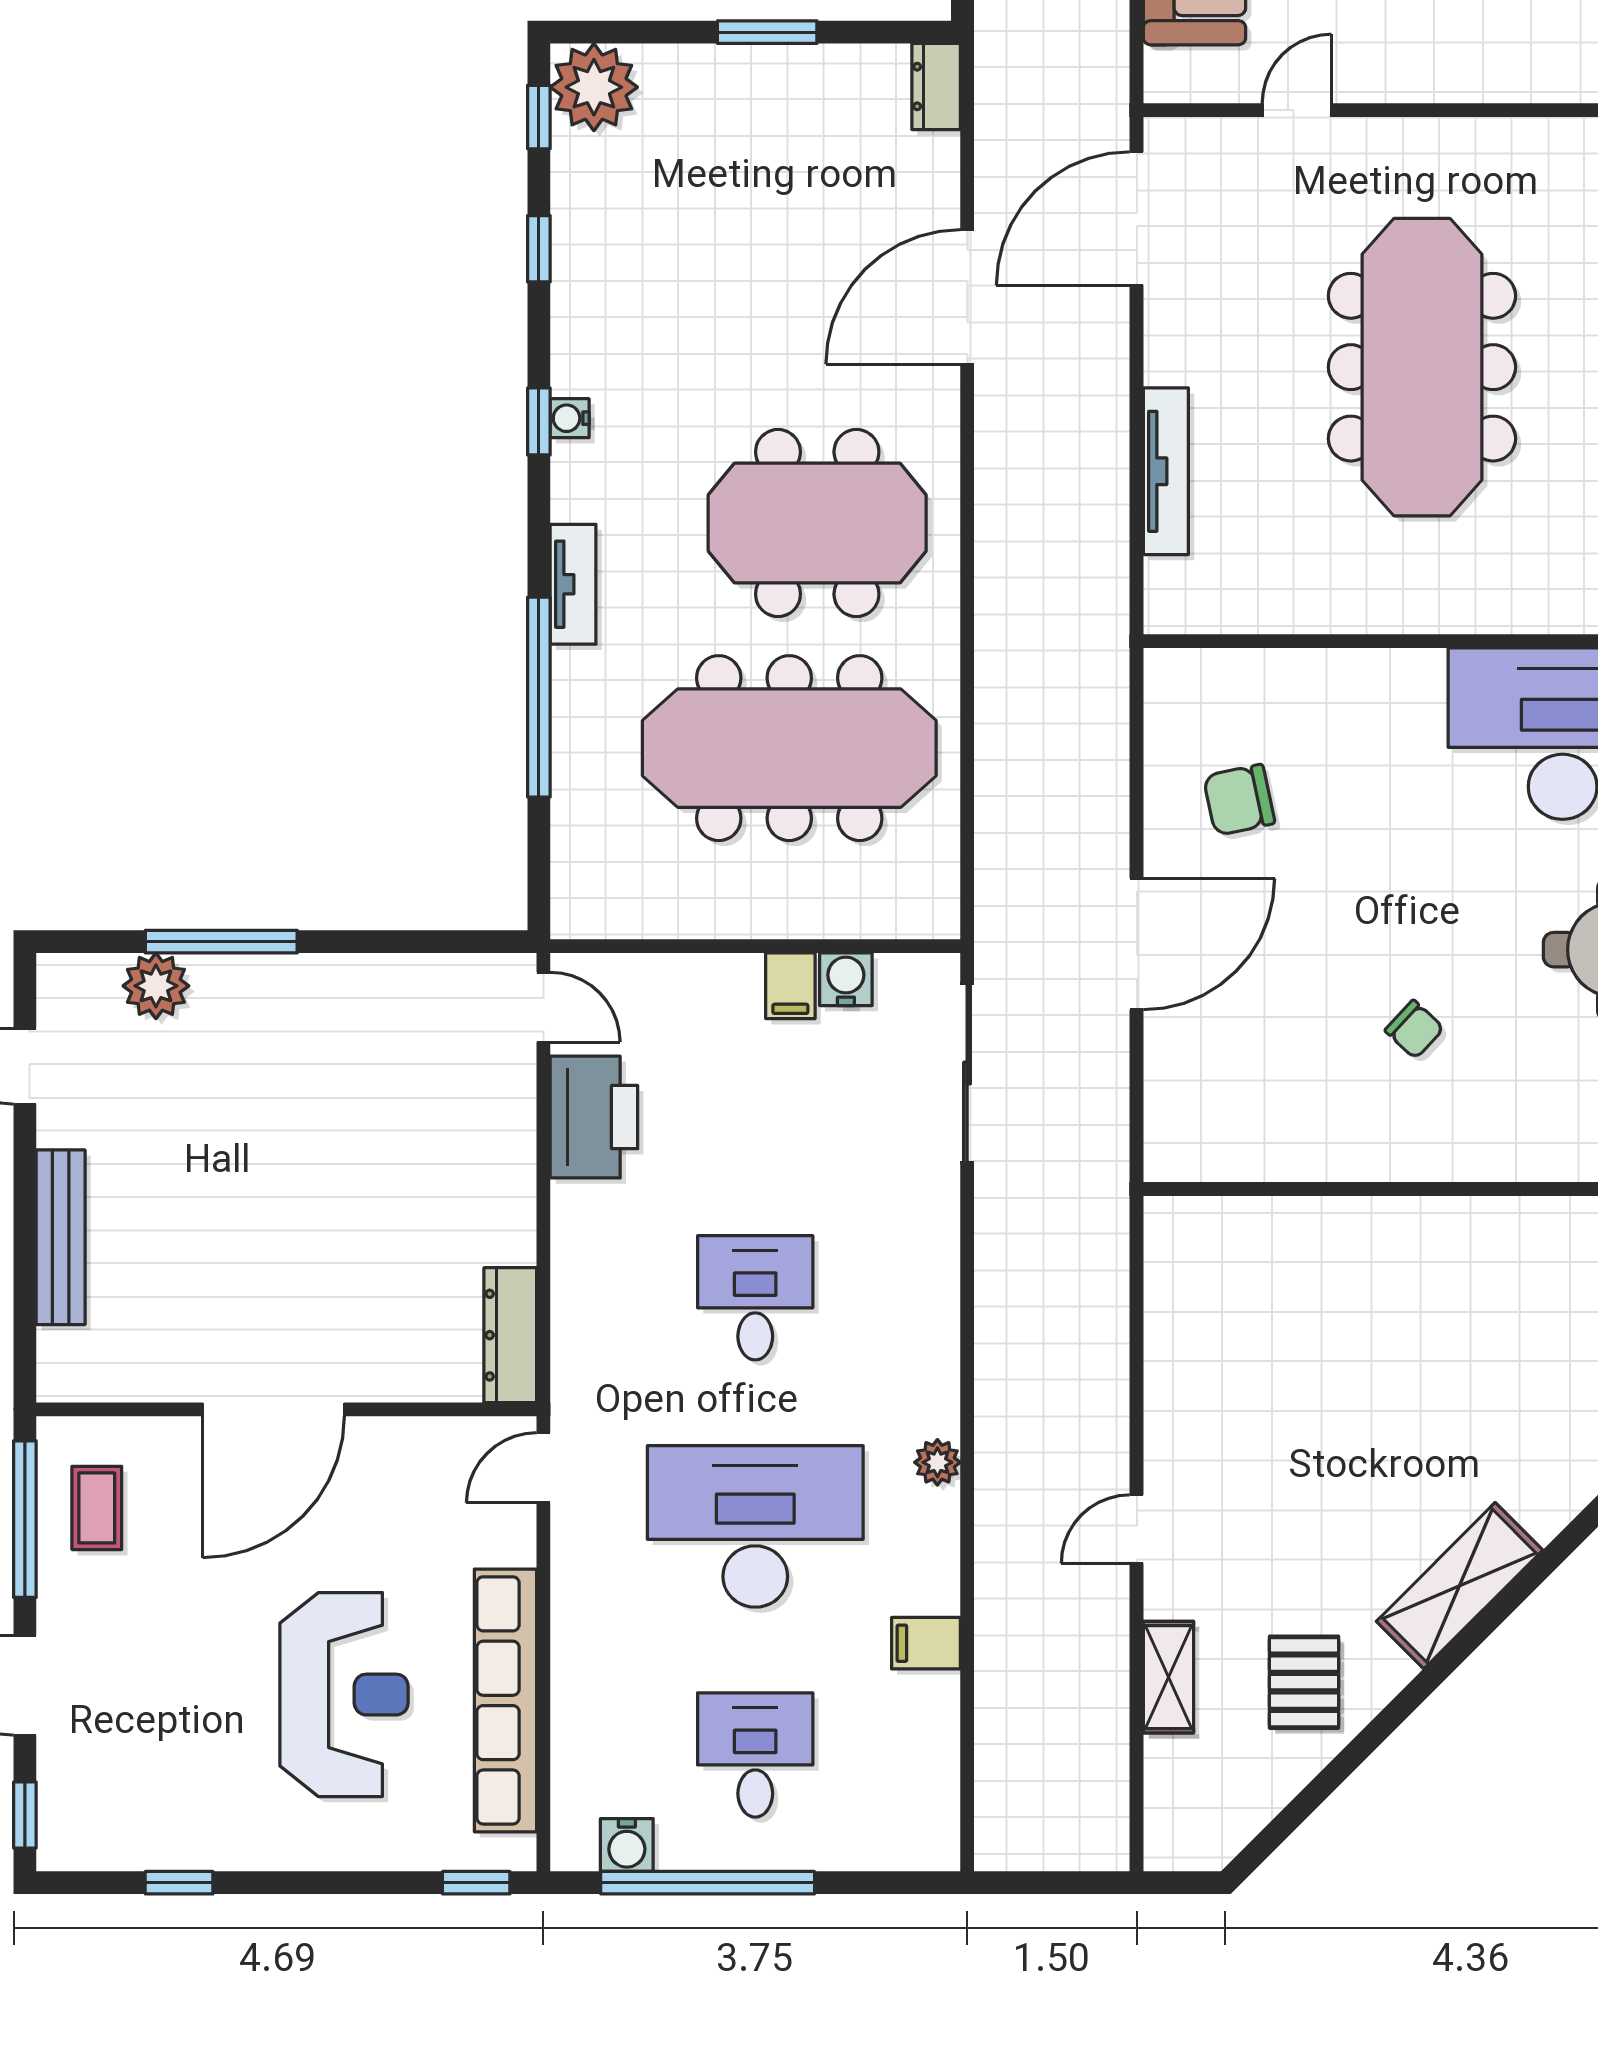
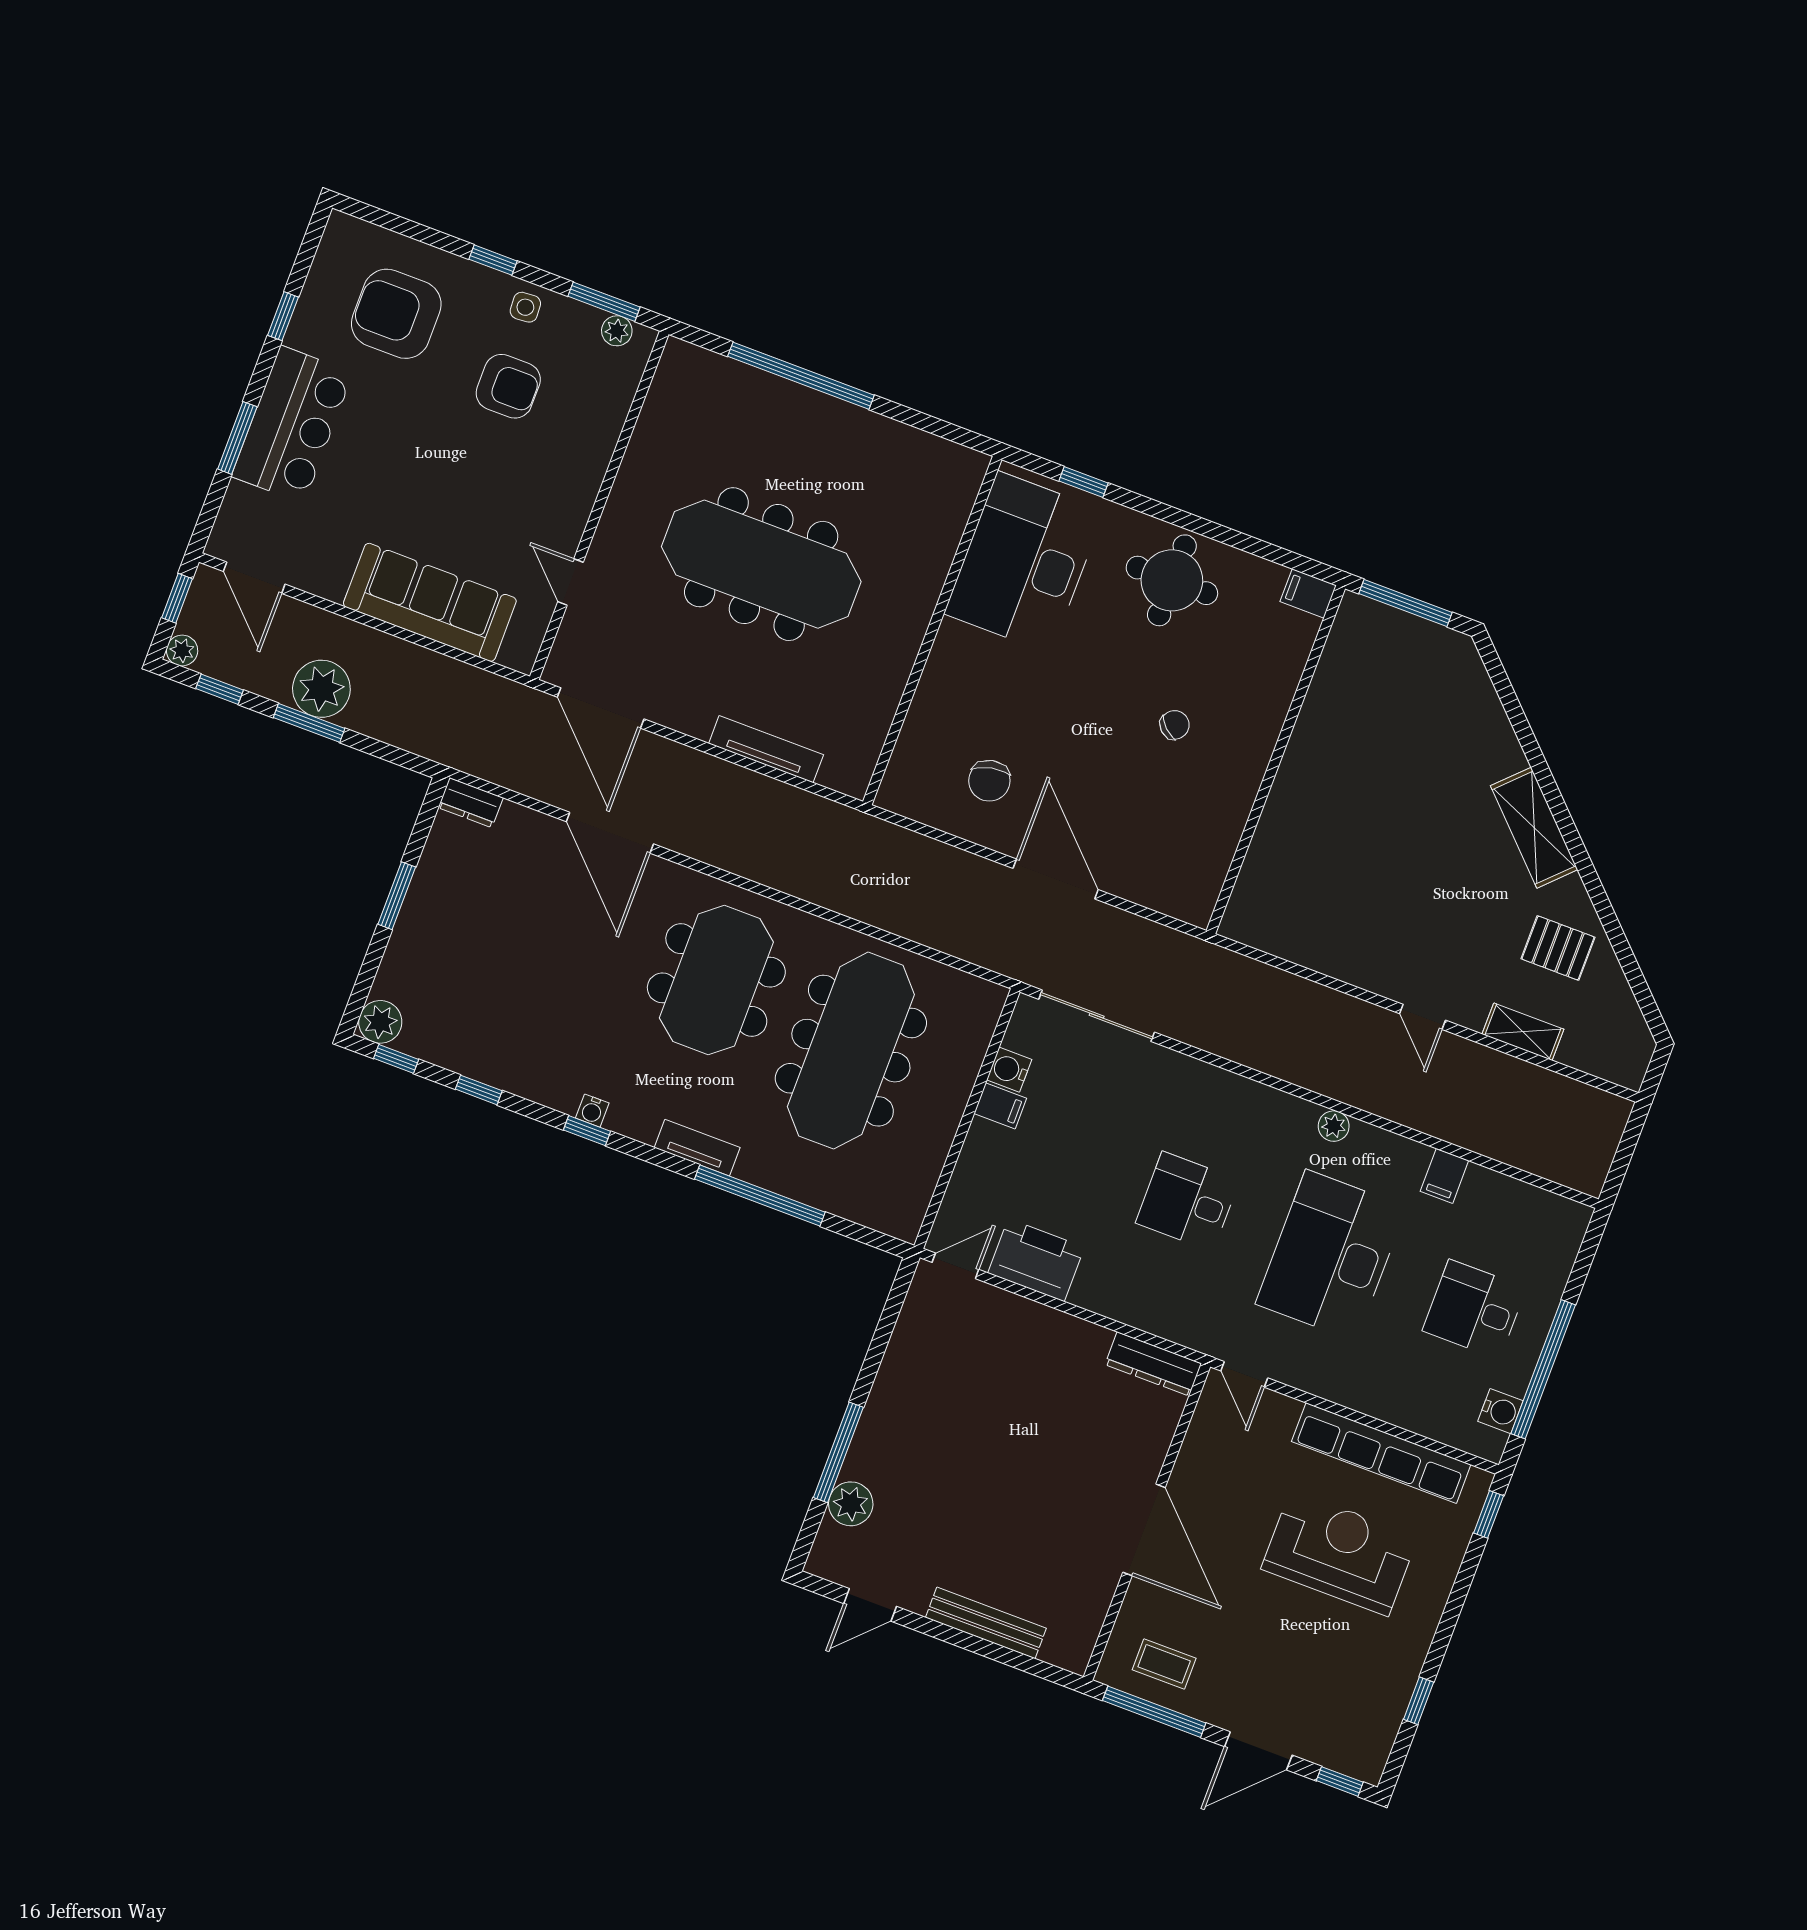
plant: (594, 87) -> (380, 1022), width x0.73, depth x0.73

